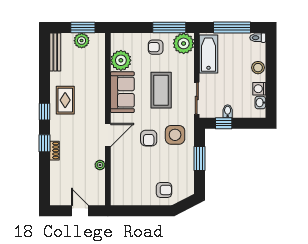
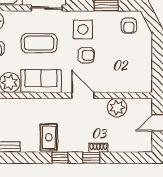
rug: (65, 100) -> (49, 137), turned 90
plant: (100, 165) -> (117, 108), width x1.87, depth x1.87
armchair: (164, 190) -> (129, 26), moved, turned 180

